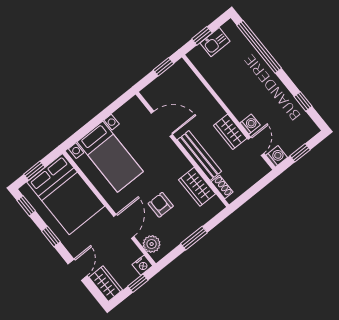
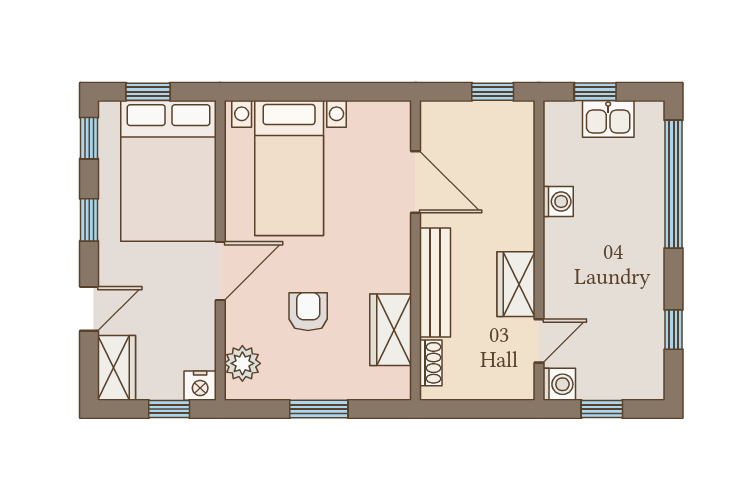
washing machine: (250, 124) -> (558, 202), moved
door: (124, 226) -> (220, 271), moved

